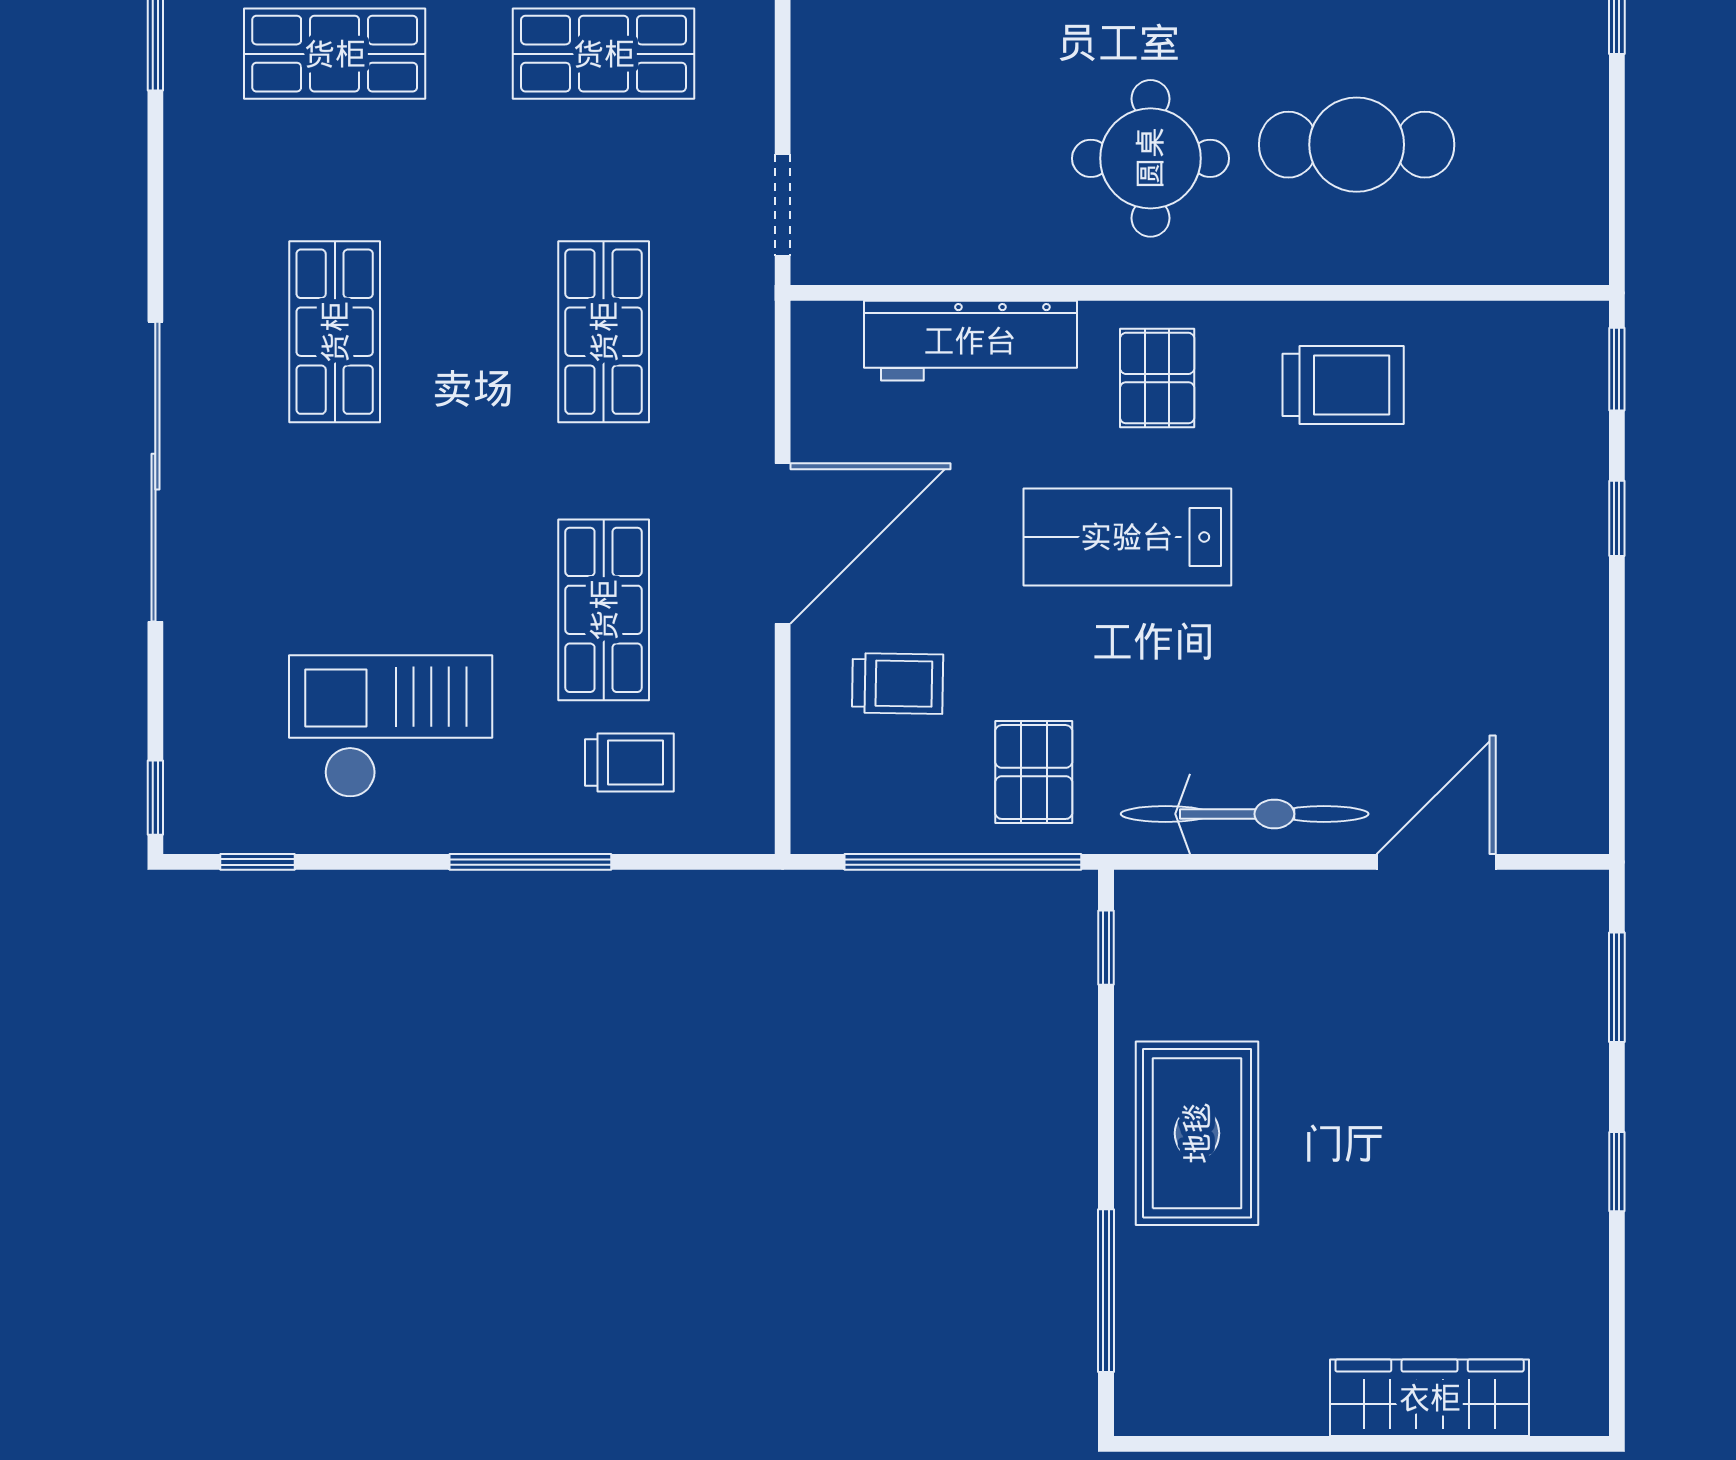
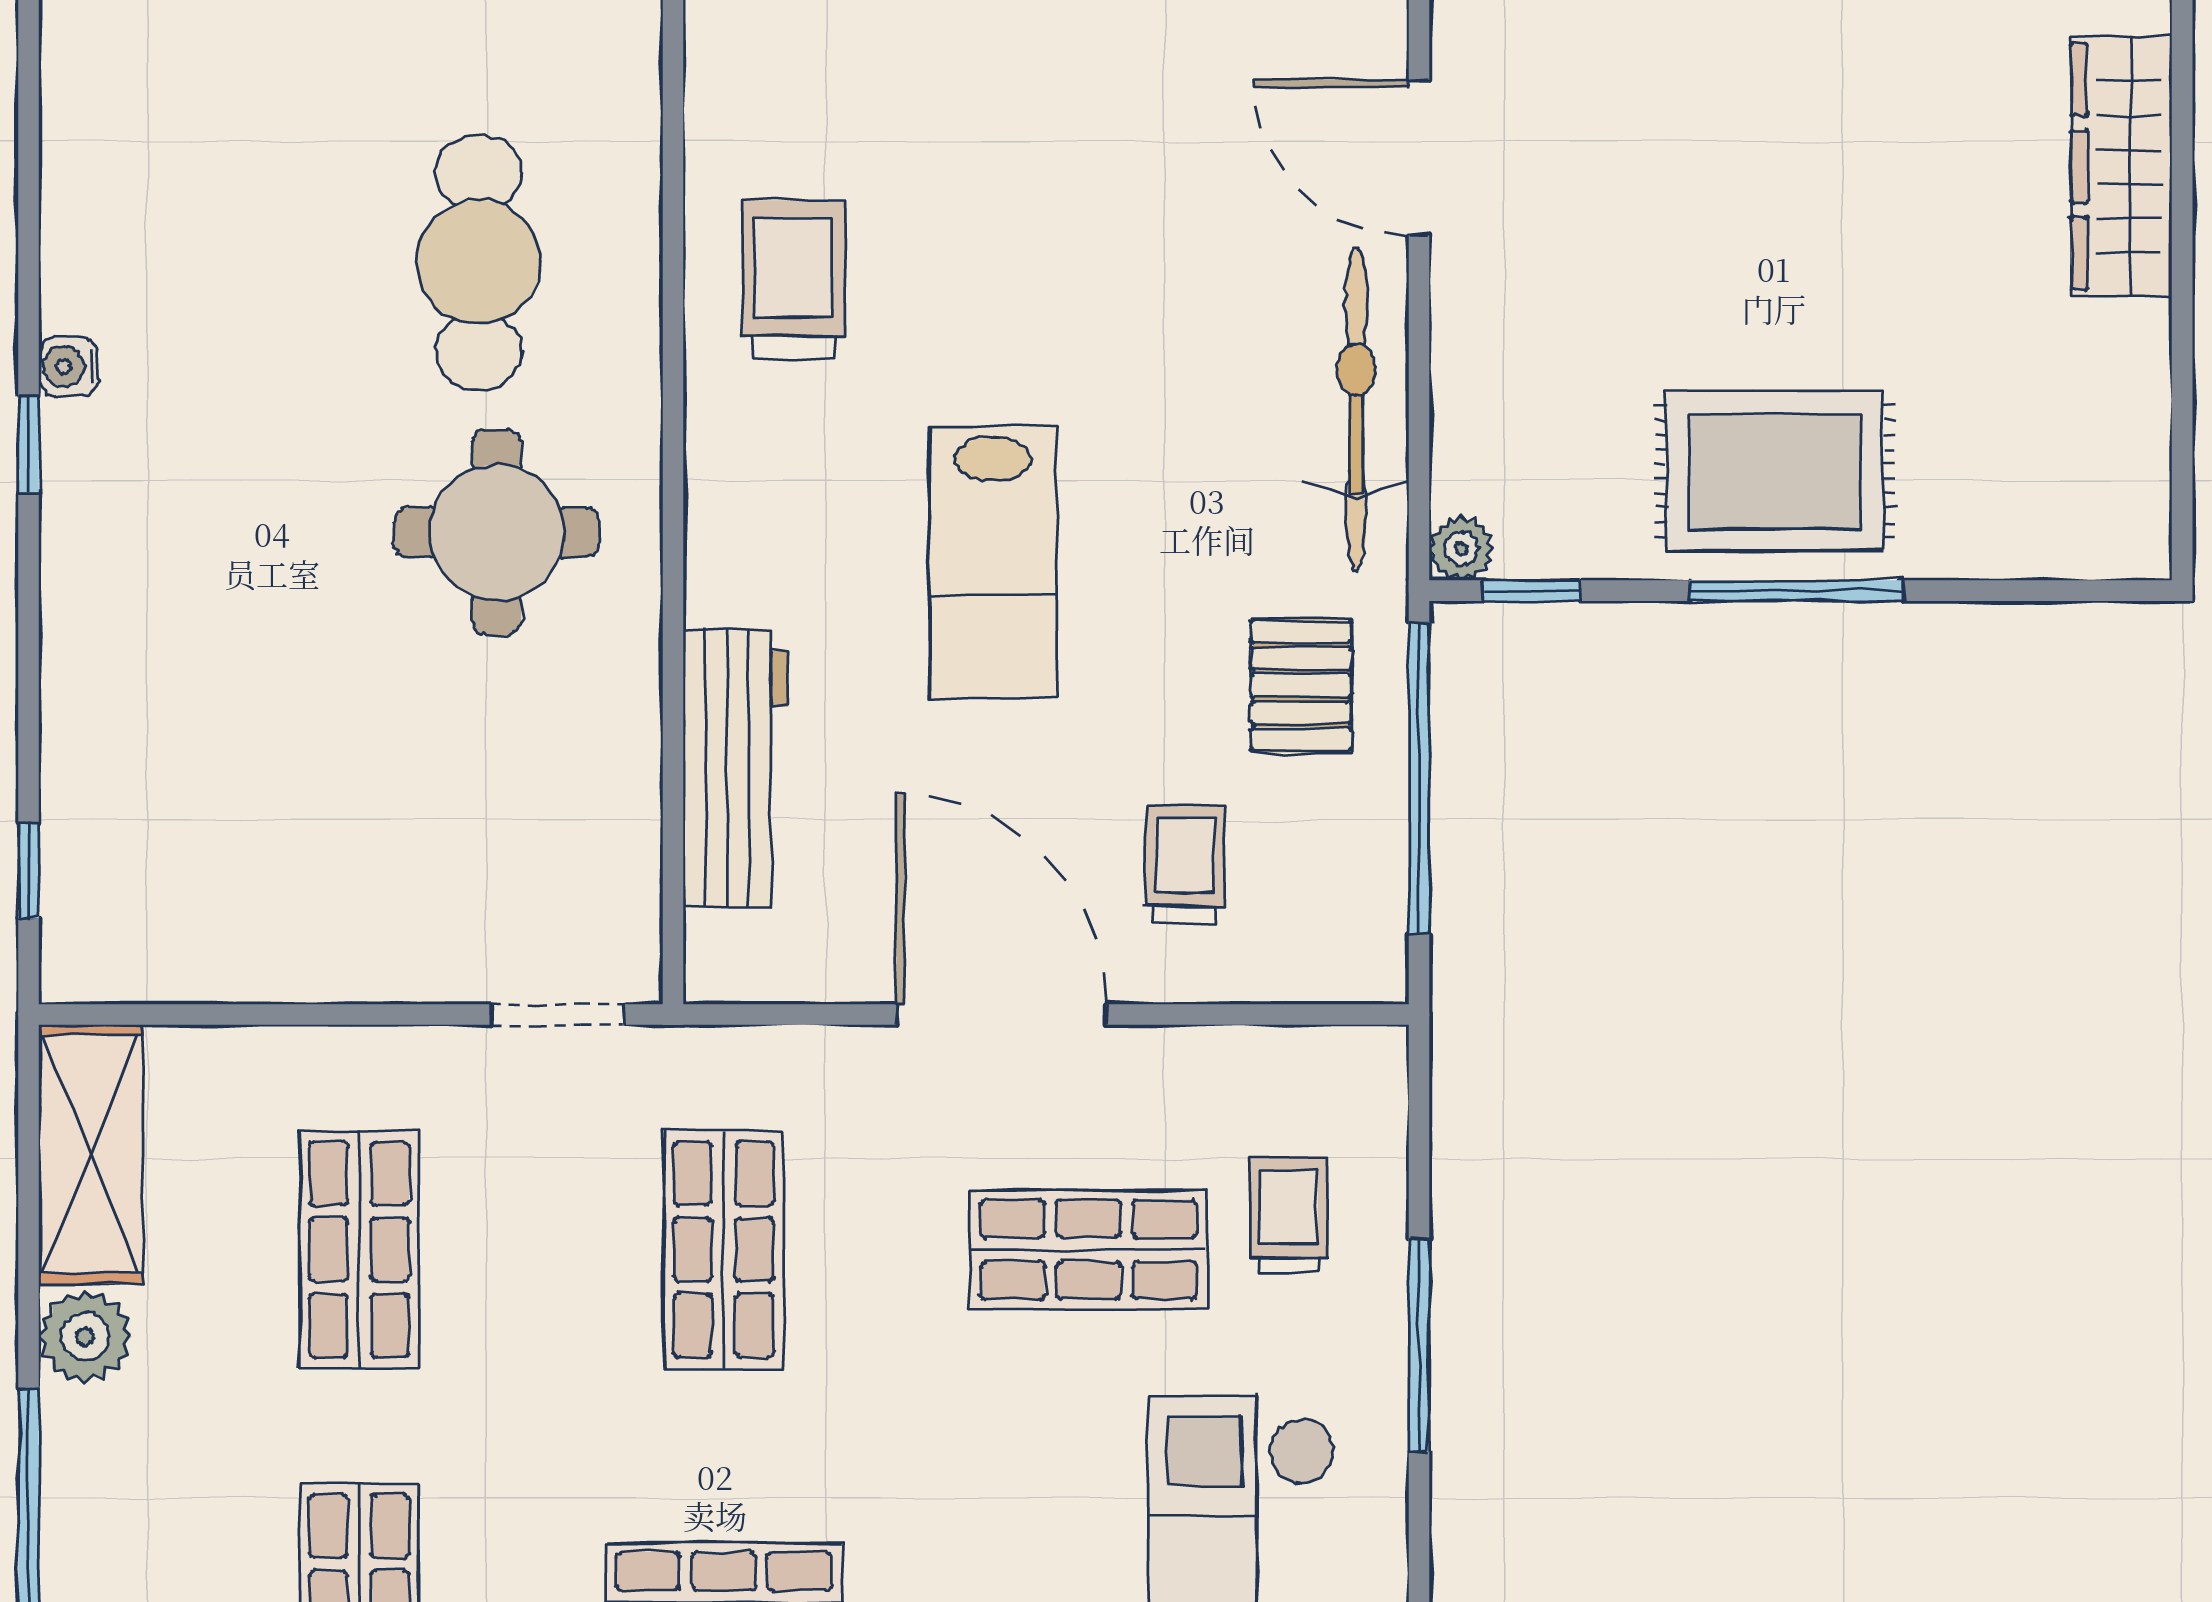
shop shelf: (604, 332) -> (724, 1249), turned 90
pallet: (1157, 378) -> (785, 524), removed
pallet: (1034, 772) -> (1301, 685), turned 90
plant: (1138, 894) -> (1461, 548), added
window: (1106, 1291) -> (1796, 591), moved

